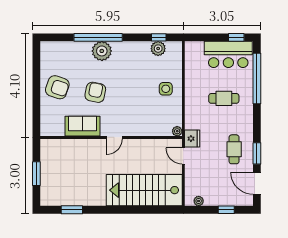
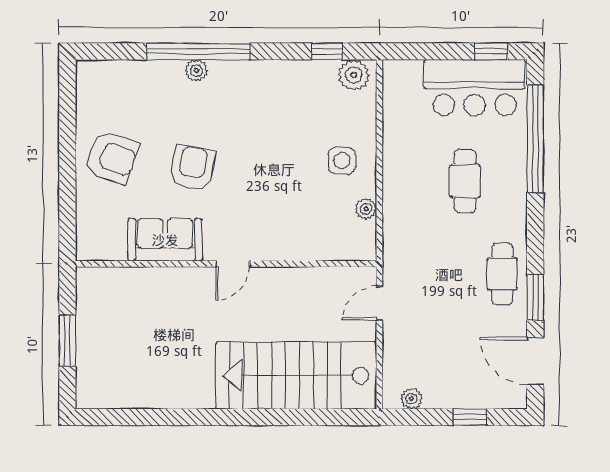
plant: (158, 49) -> (354, 75), moved
plant: (102, 51) -> (196, 71), width x0.53, depth x0.53
cafe table: (224, 98) -> (465, 181), turned 90
plant: (177, 131) -> (366, 209), moved
fridge: (192, 139) -> (398, 266), removed
cafe table: (234, 149) -> (502, 274), moved
door: (183, 156) -> (379, 303), hinge flipped
window: (72, 210) -> (143, 417), removed

